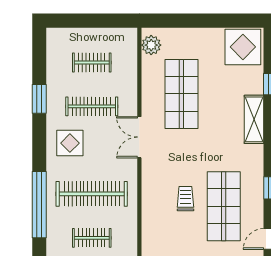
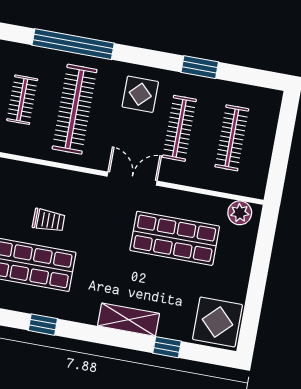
clothes rail: (92, 62) -> (232, 138), width x1.36

